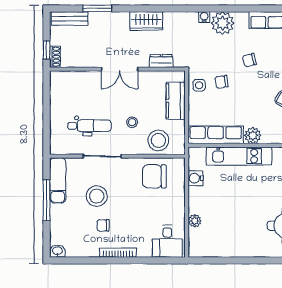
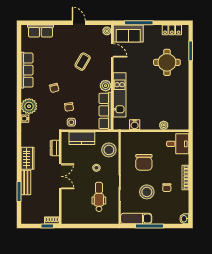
bench: (70, 18) -> (26, 183), moved
chair: (154, 176) -> (144, 162), moved

